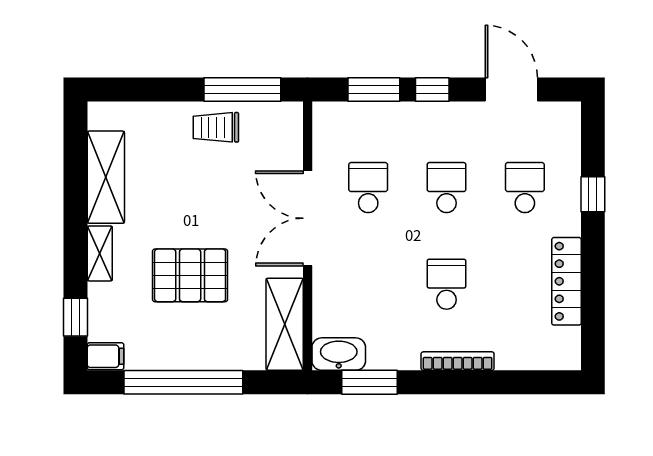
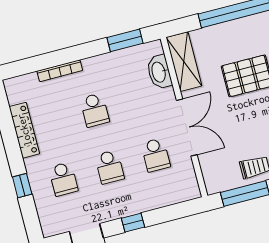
window: (374, 90) -> (167, 214), removed
washbasin: (339, 354) -> (159, 72), moved, turned 90
bookcase: (458, 361) -> (60, 71), moved

